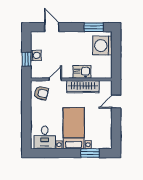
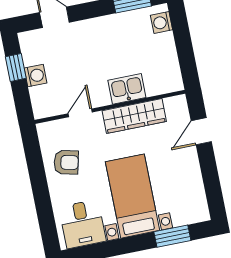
washing machine: (102, 46) -> (161, 23), width x0.53, depth x0.53
window: (26, 59) -> (16, 67), moved
armchair: (41, 93) -> (66, 162), moved

